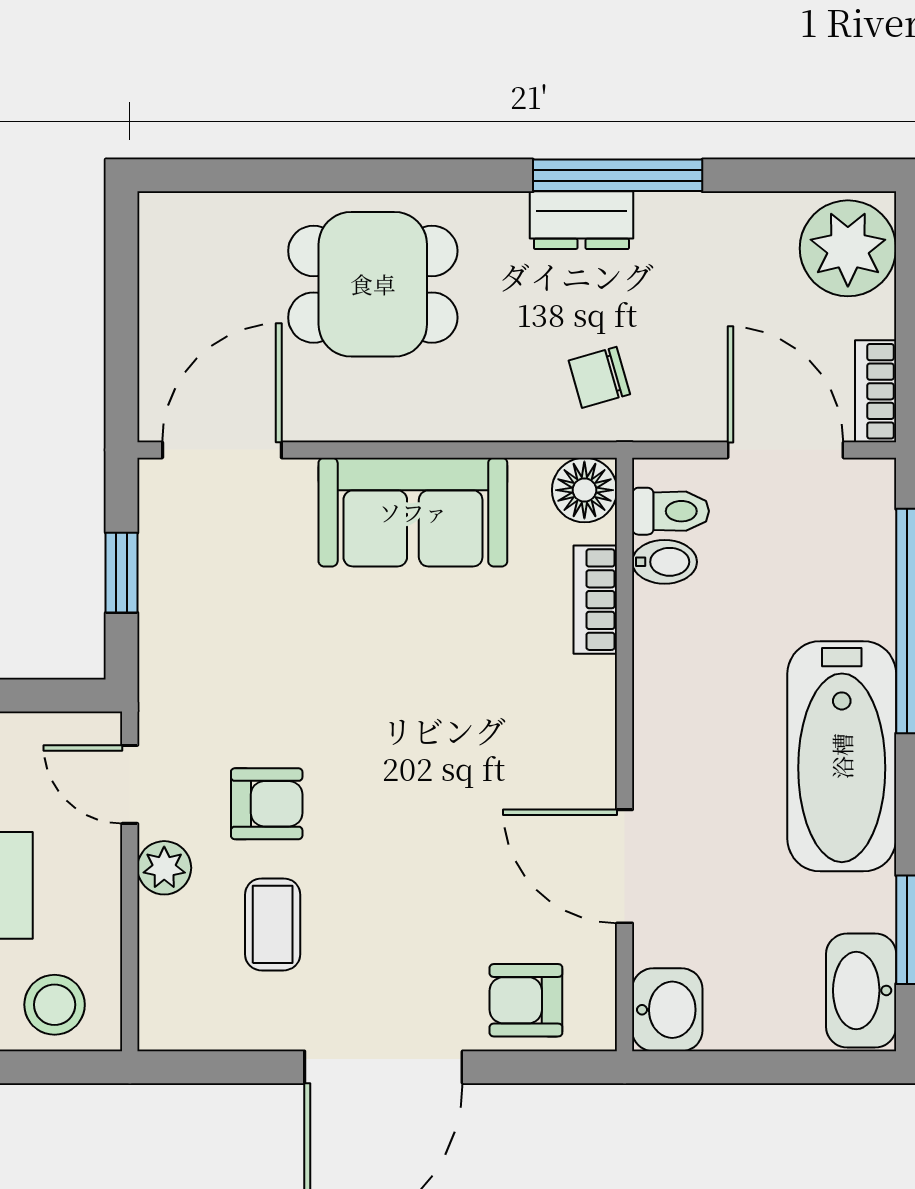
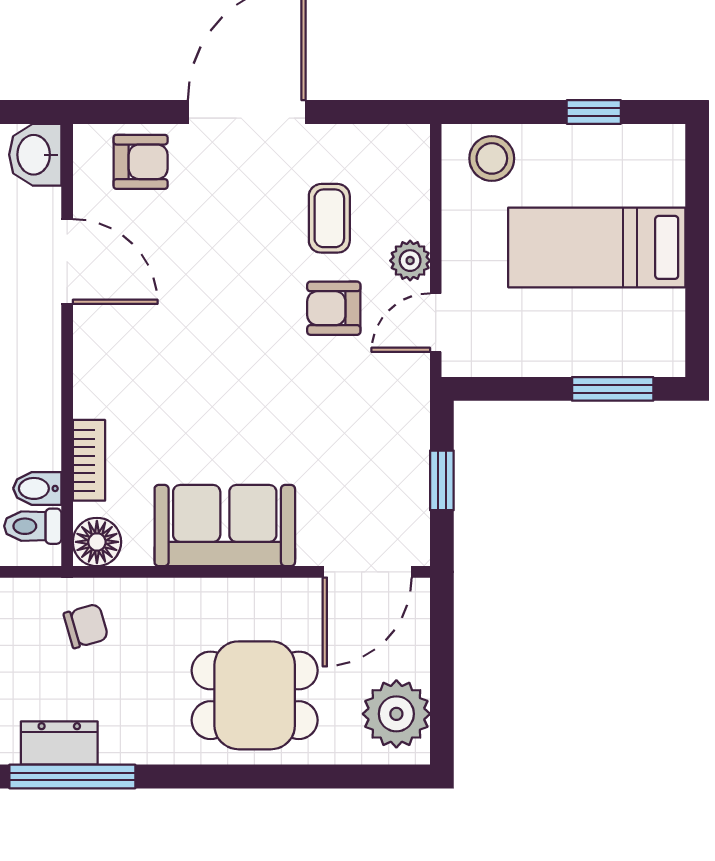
dresser: (581, 220) -> (59, 743), moved
plant: (183, 259) -> (396, 714), added
door: (130, 784) -> (436, 323), swing flipped

